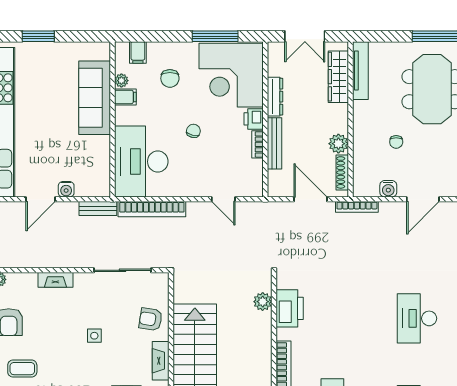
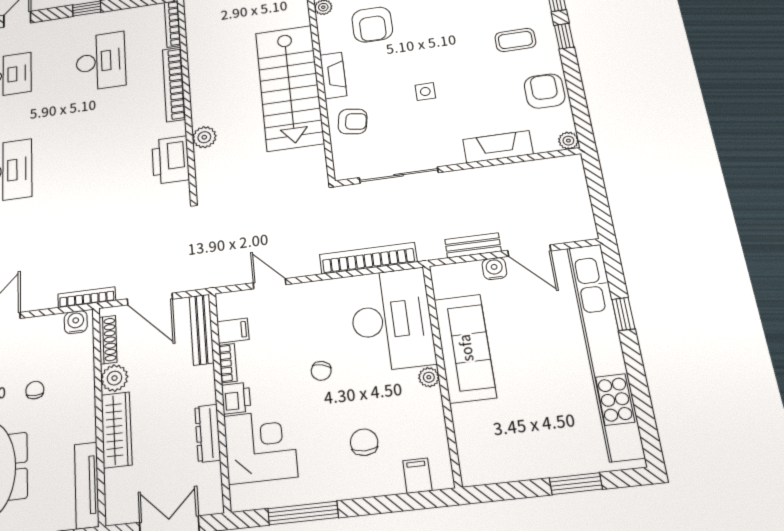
corner desk: (231, 75) -> (260, 446), width x0.74, depth x0.74
wardrobe: (338, 77) -> (117, 430), moved
plant: (121, 81) -> (429, 377), moved
filing cabinet: (125, 97) -> (233, 331), moved, turned 180
sofa: (95, 98) -> (465, 348), moved
bench: (274, 143) -> (201, 330), moved
water cooler: (388, 189) -> (76, 322), moved
door: (40, 199) -> (529, 251), swing flipped
bench: (98, 209) -> (473, 245), moved
fireplace: (55, 280) -> (498, 147), width x1.37, depth x1.32
plant: (263, 302) -> (204, 137), moved

